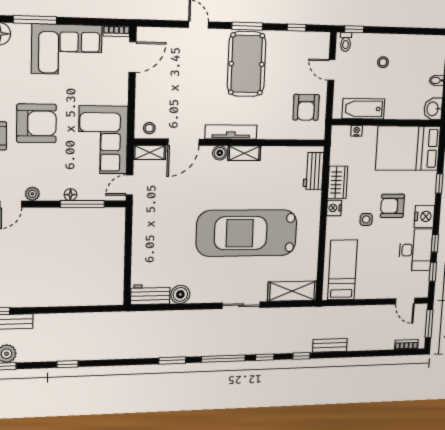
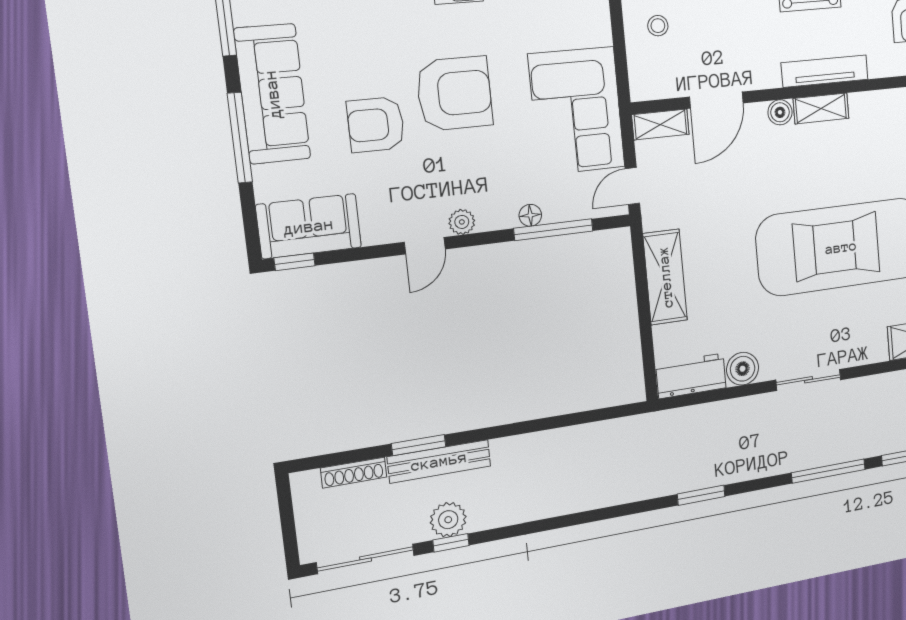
stool: (149, 128) -> (658, 26), moved
tv unit: (231, 132) -> (825, 71), moved
shelving: (142, 238) -> (665, 277), added
sliding door: (241, 305) -> (808, 380), moved
window: (172, 360) -> (701, 495), moved
window: (68, 364) -> (561, 522), removed

